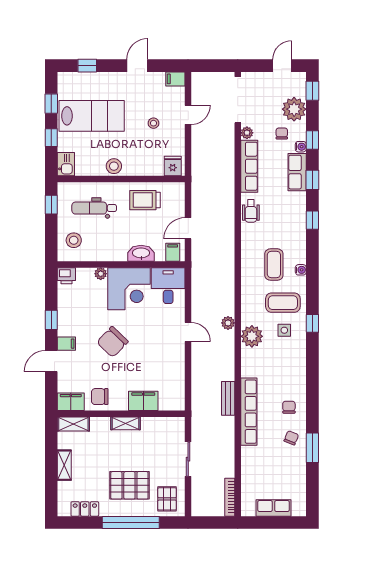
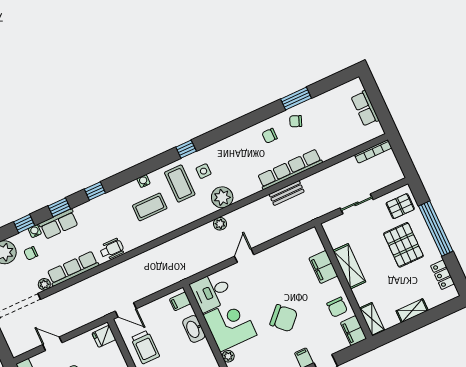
door: (188, 228) -> (126, 310), moved
shelving: (126, 423) -> (349, 266), width x1.50, depth x1.33

